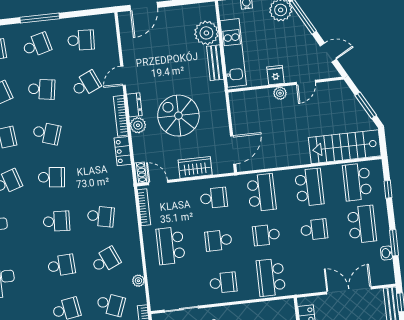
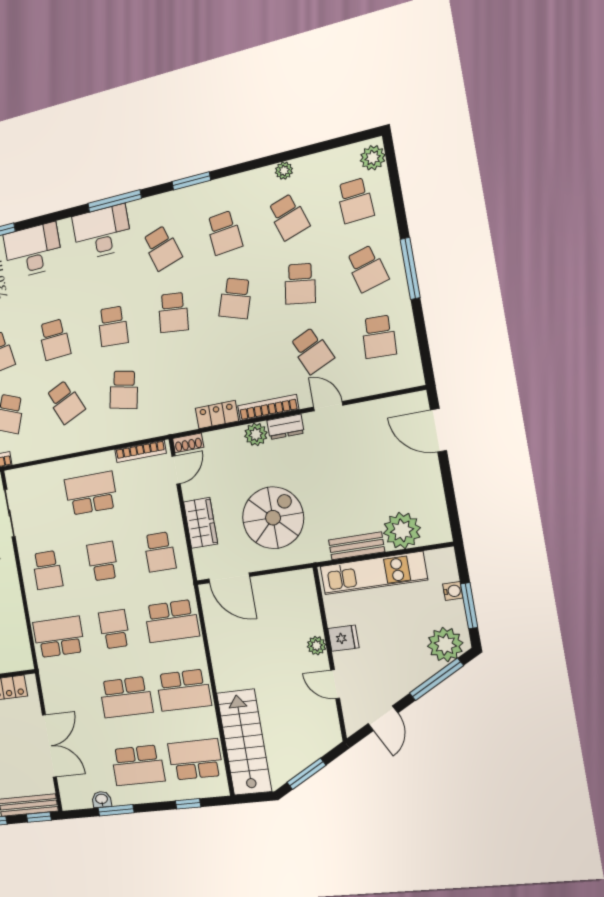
spiral stairs: (178, 116) -> (273, 518), moved
school desk: (314, 230) -> (126, 697), width x1.85
plant: (138, 281) -> (42, 451), removed

